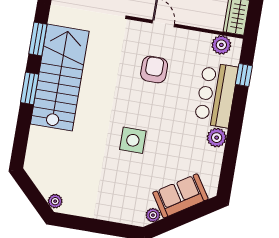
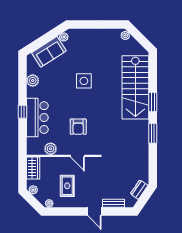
plant: (221, 45) -> (51, 149), moved
window: (244, 75) -> (22, 112), moved
stairs: (60, 78) -> (135, 87), moved
plant: (217, 138) -> (33, 81), moved

